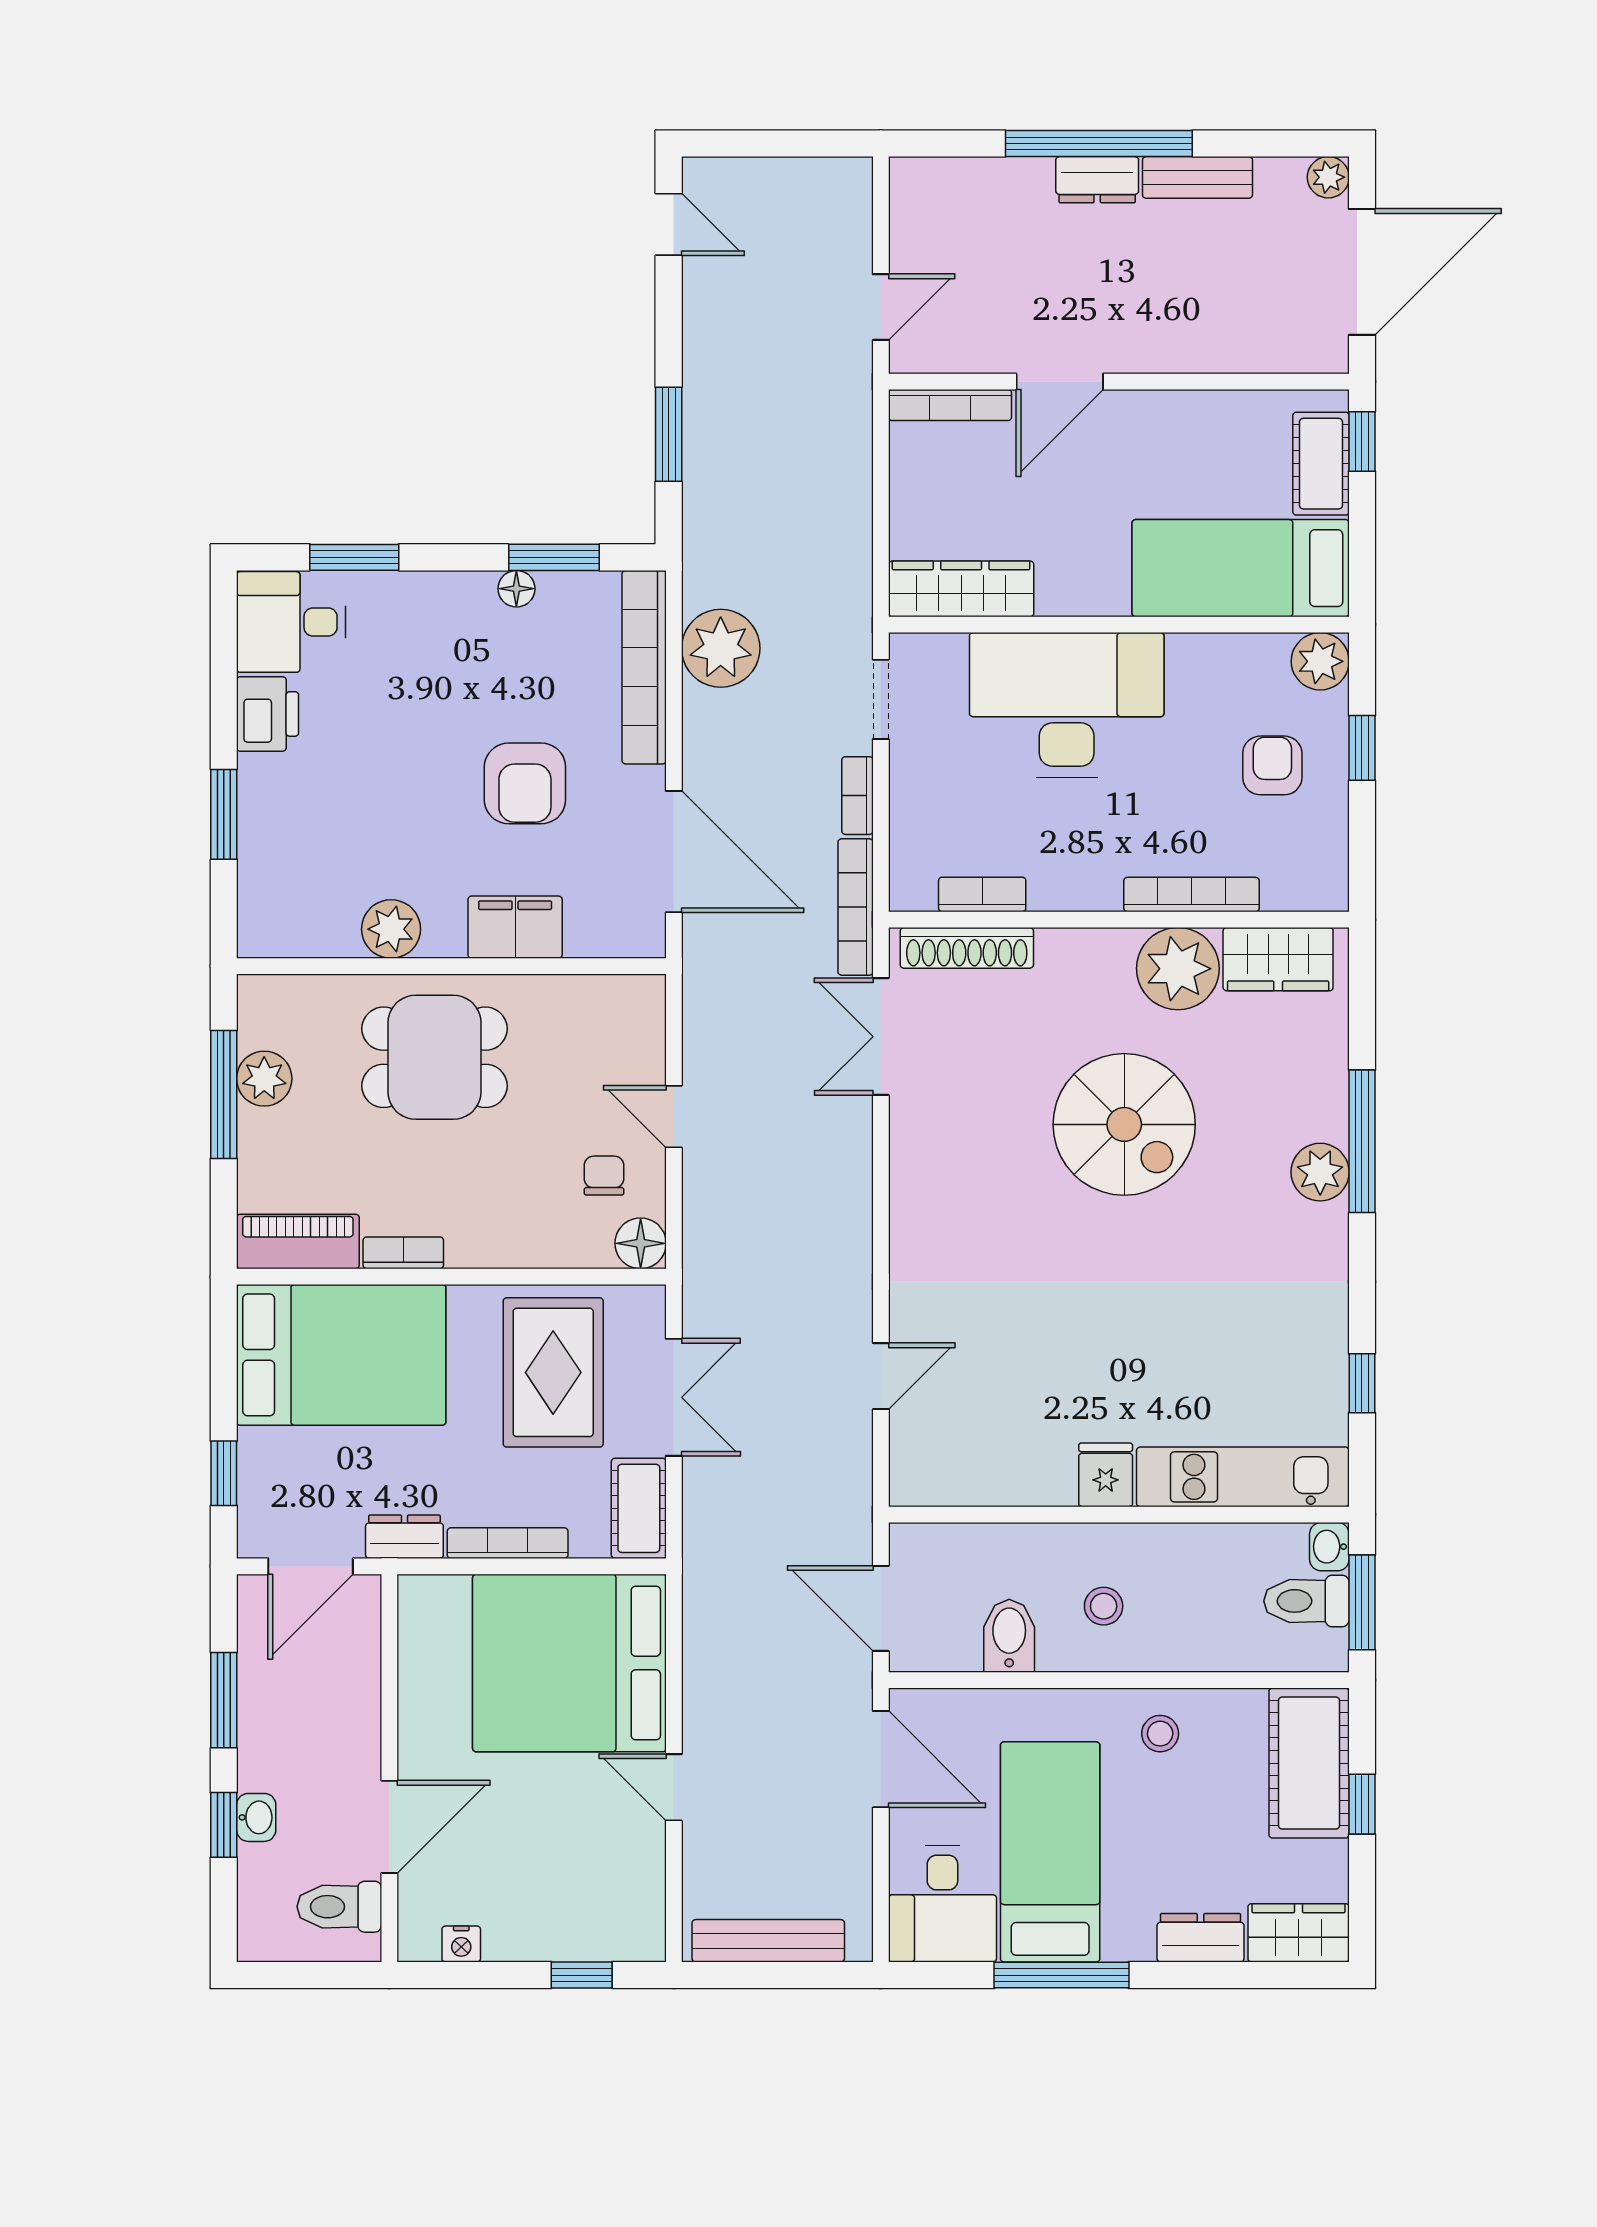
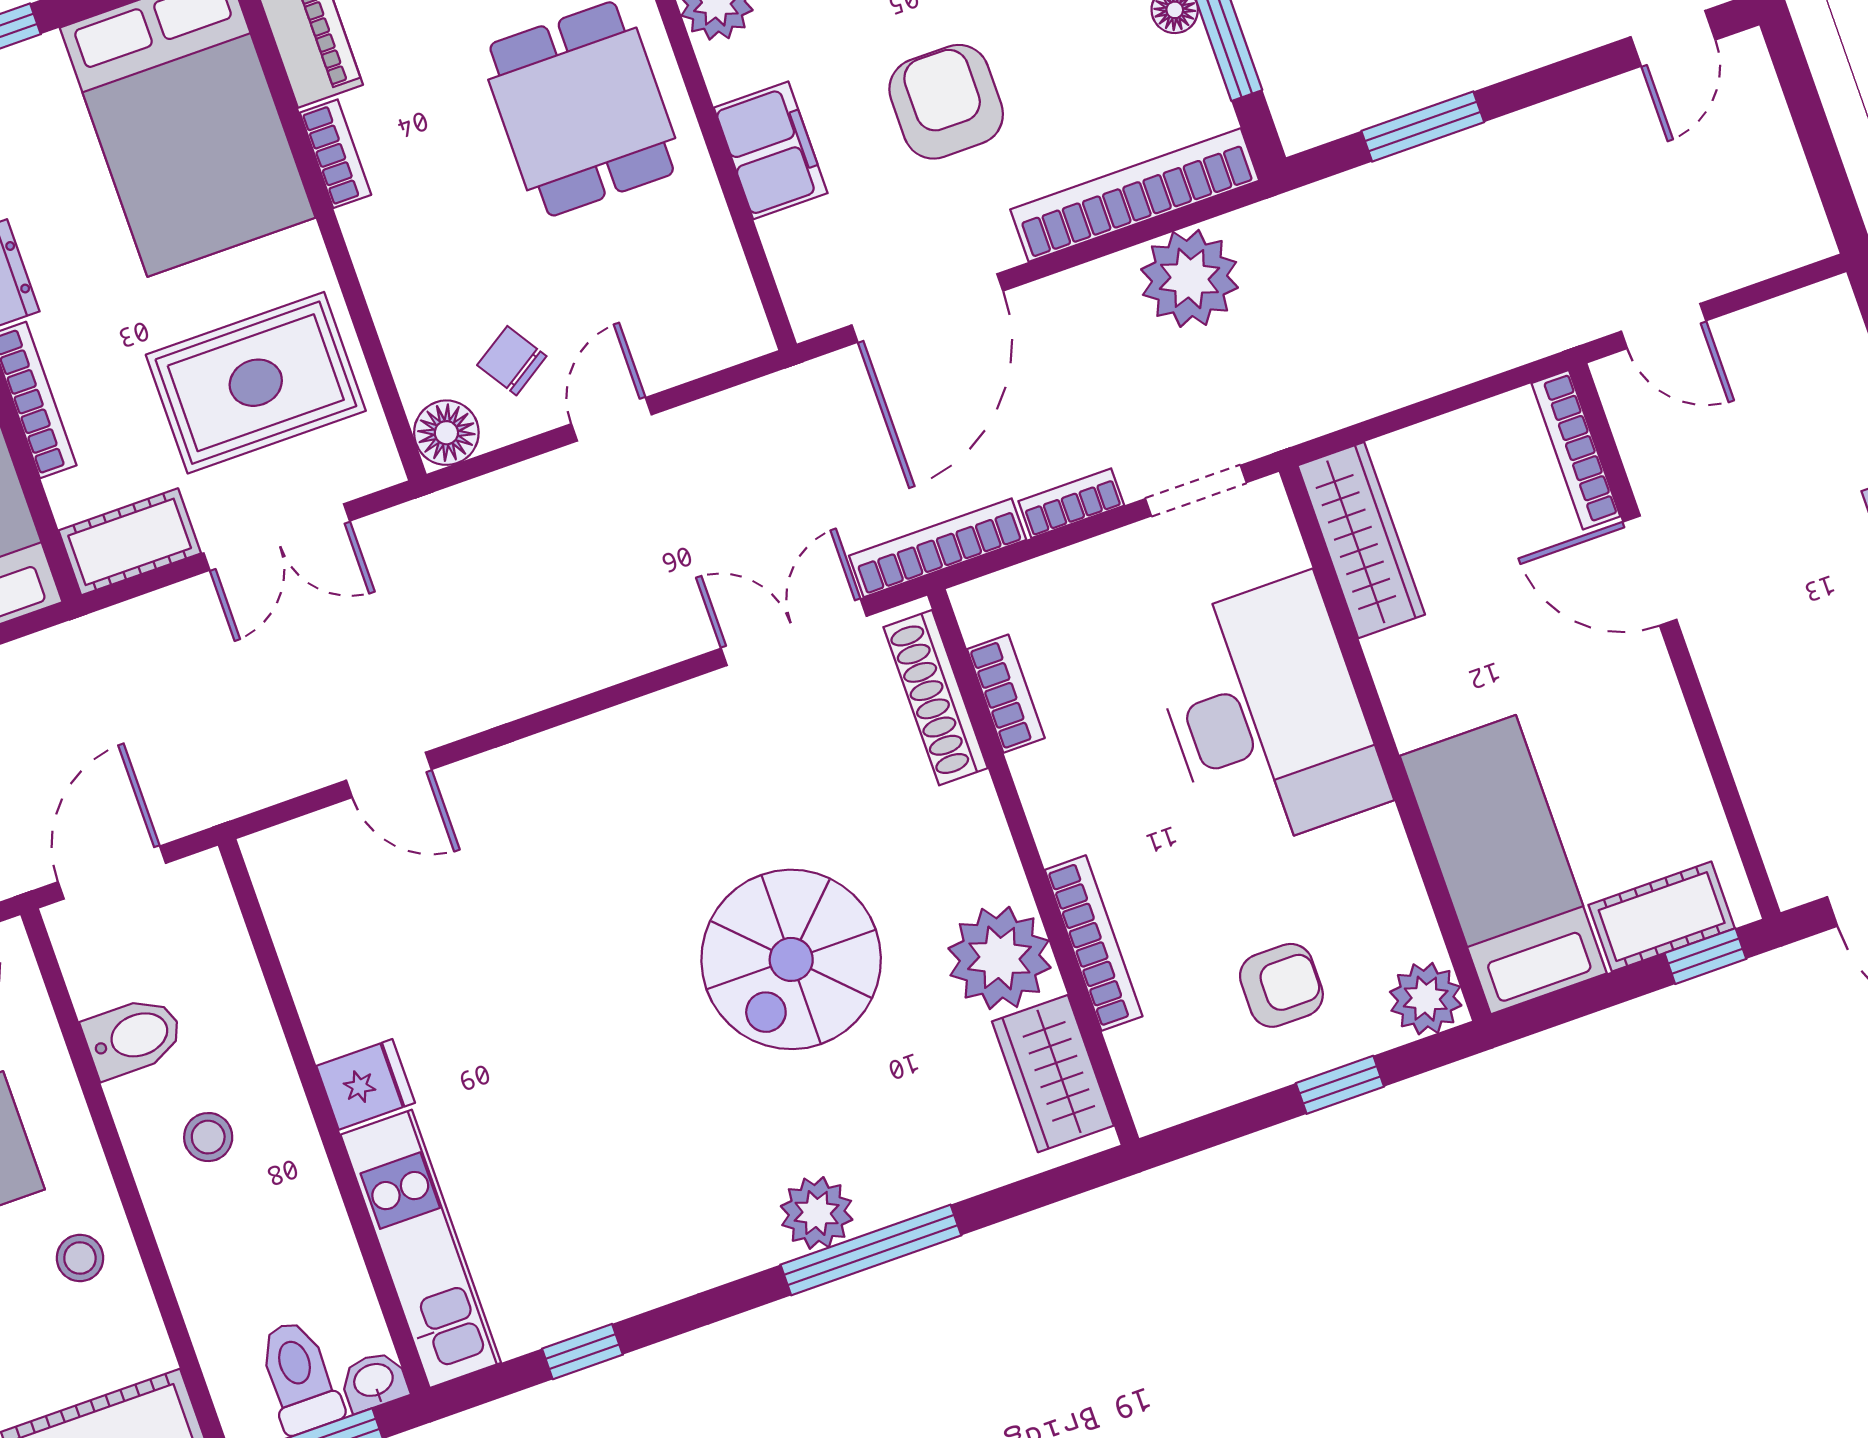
armchair: (525, 783) -> (946, 102), turned 90
chair: (604, 1176) -> (512, 361), turned -123

